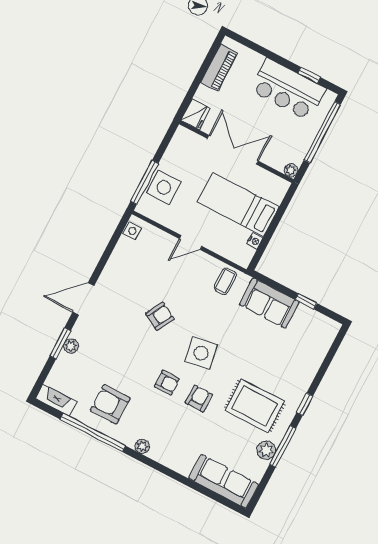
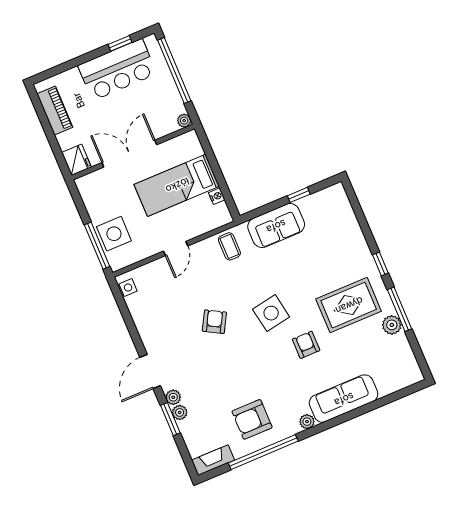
plant: (78, 332) -> (173, 397), added
armchair: (167, 383) -> (272, 360), removed
sofa: (224, 481) -> (344, 399), moved

